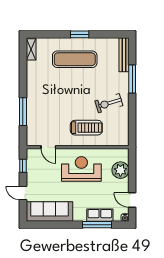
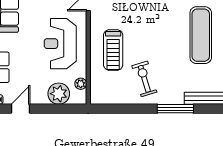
plant: (113, 153) -> (81, 84), added
reception desk: (81, 169) -> (60, 44), turned 180

